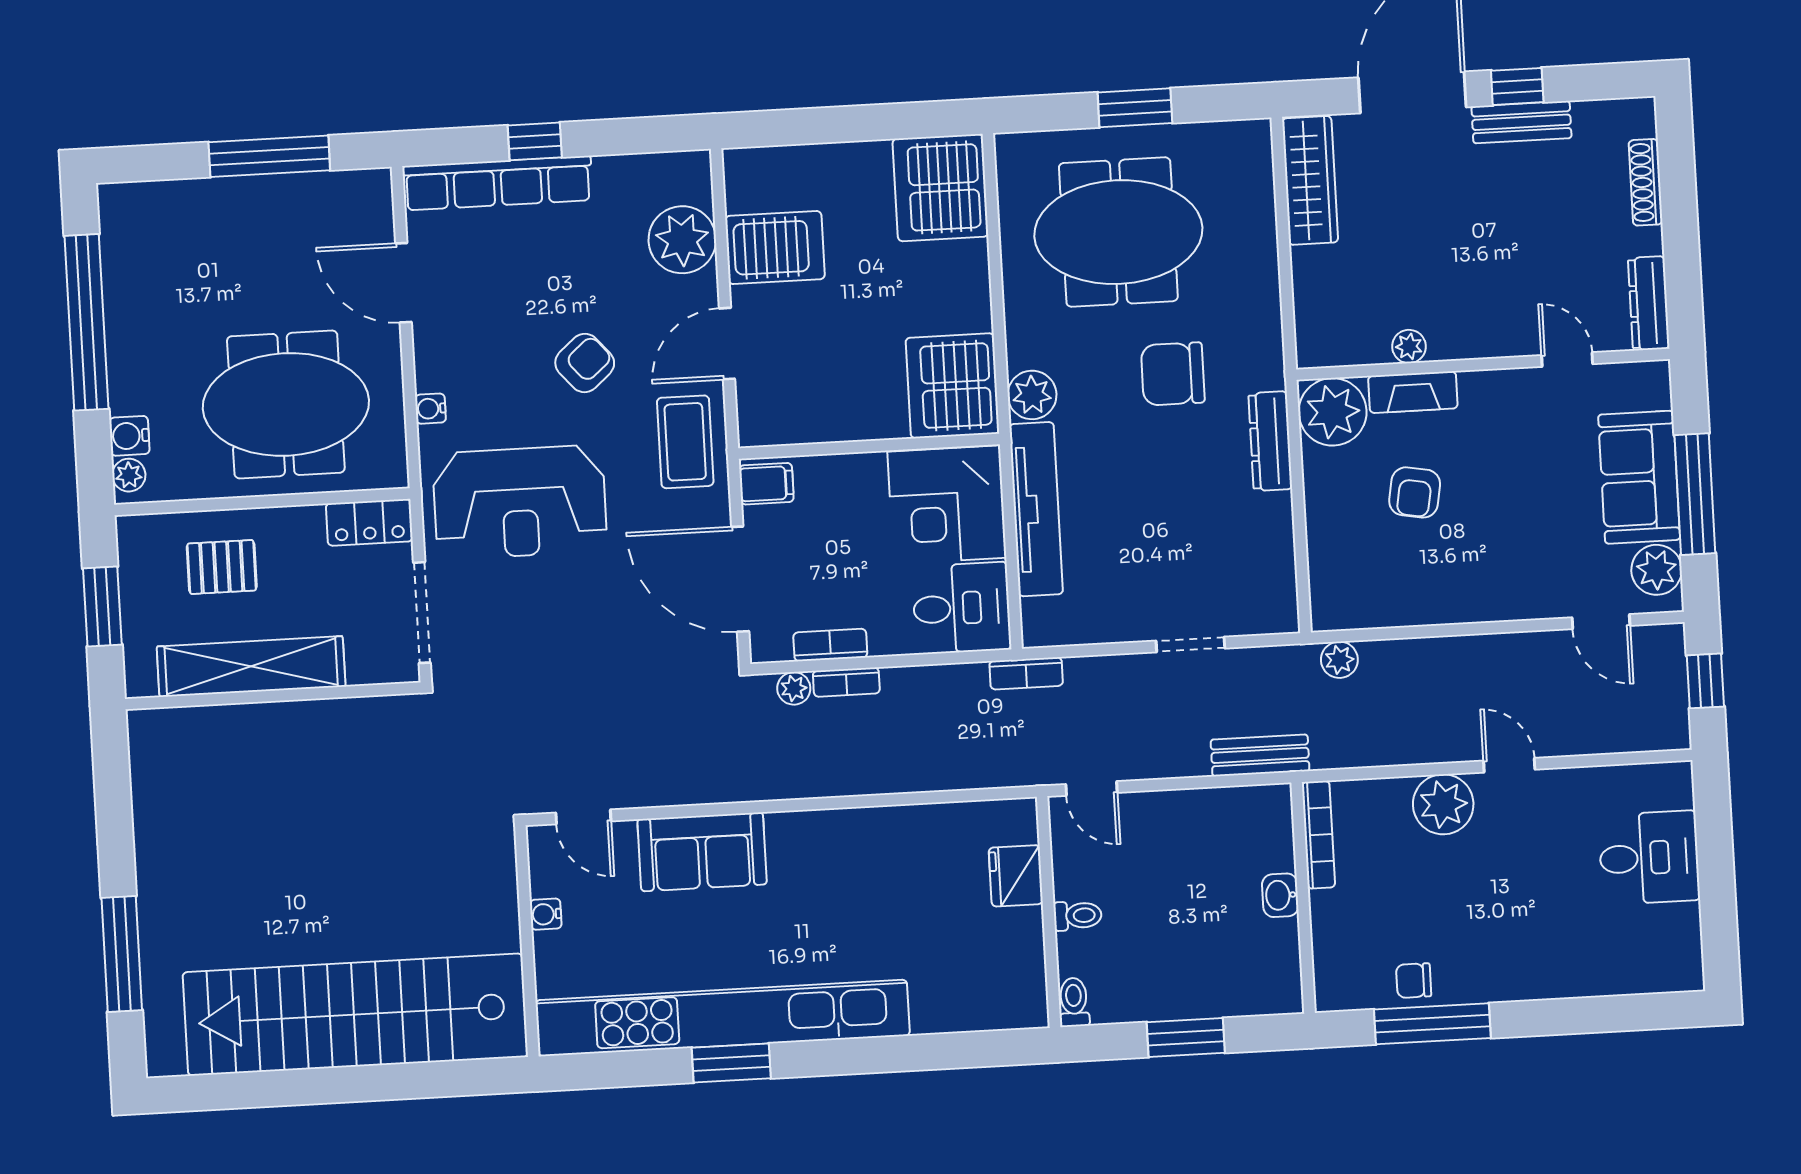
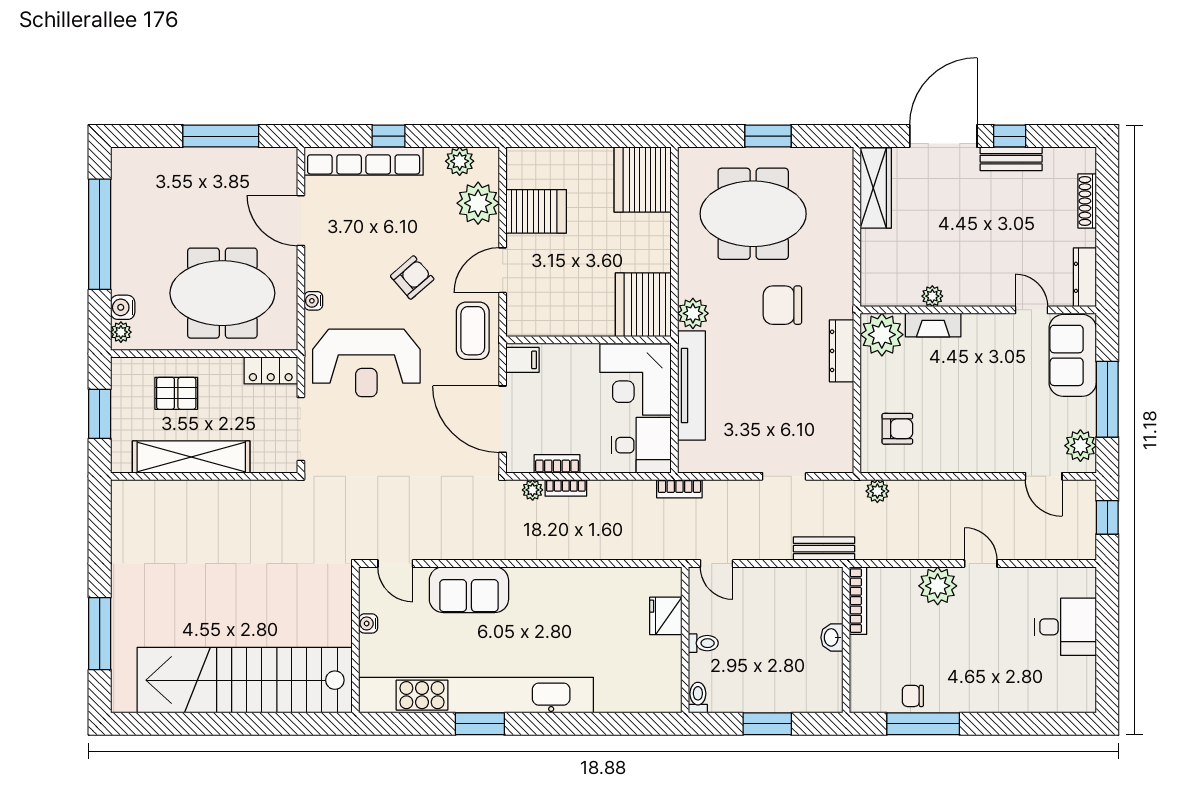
plant: (650, 175) -> (460, 161), added
sofa: (1639, 477) -> (1073, 355), moved
armchair: (1415, 492) -> (897, 429), moved, turned -100

